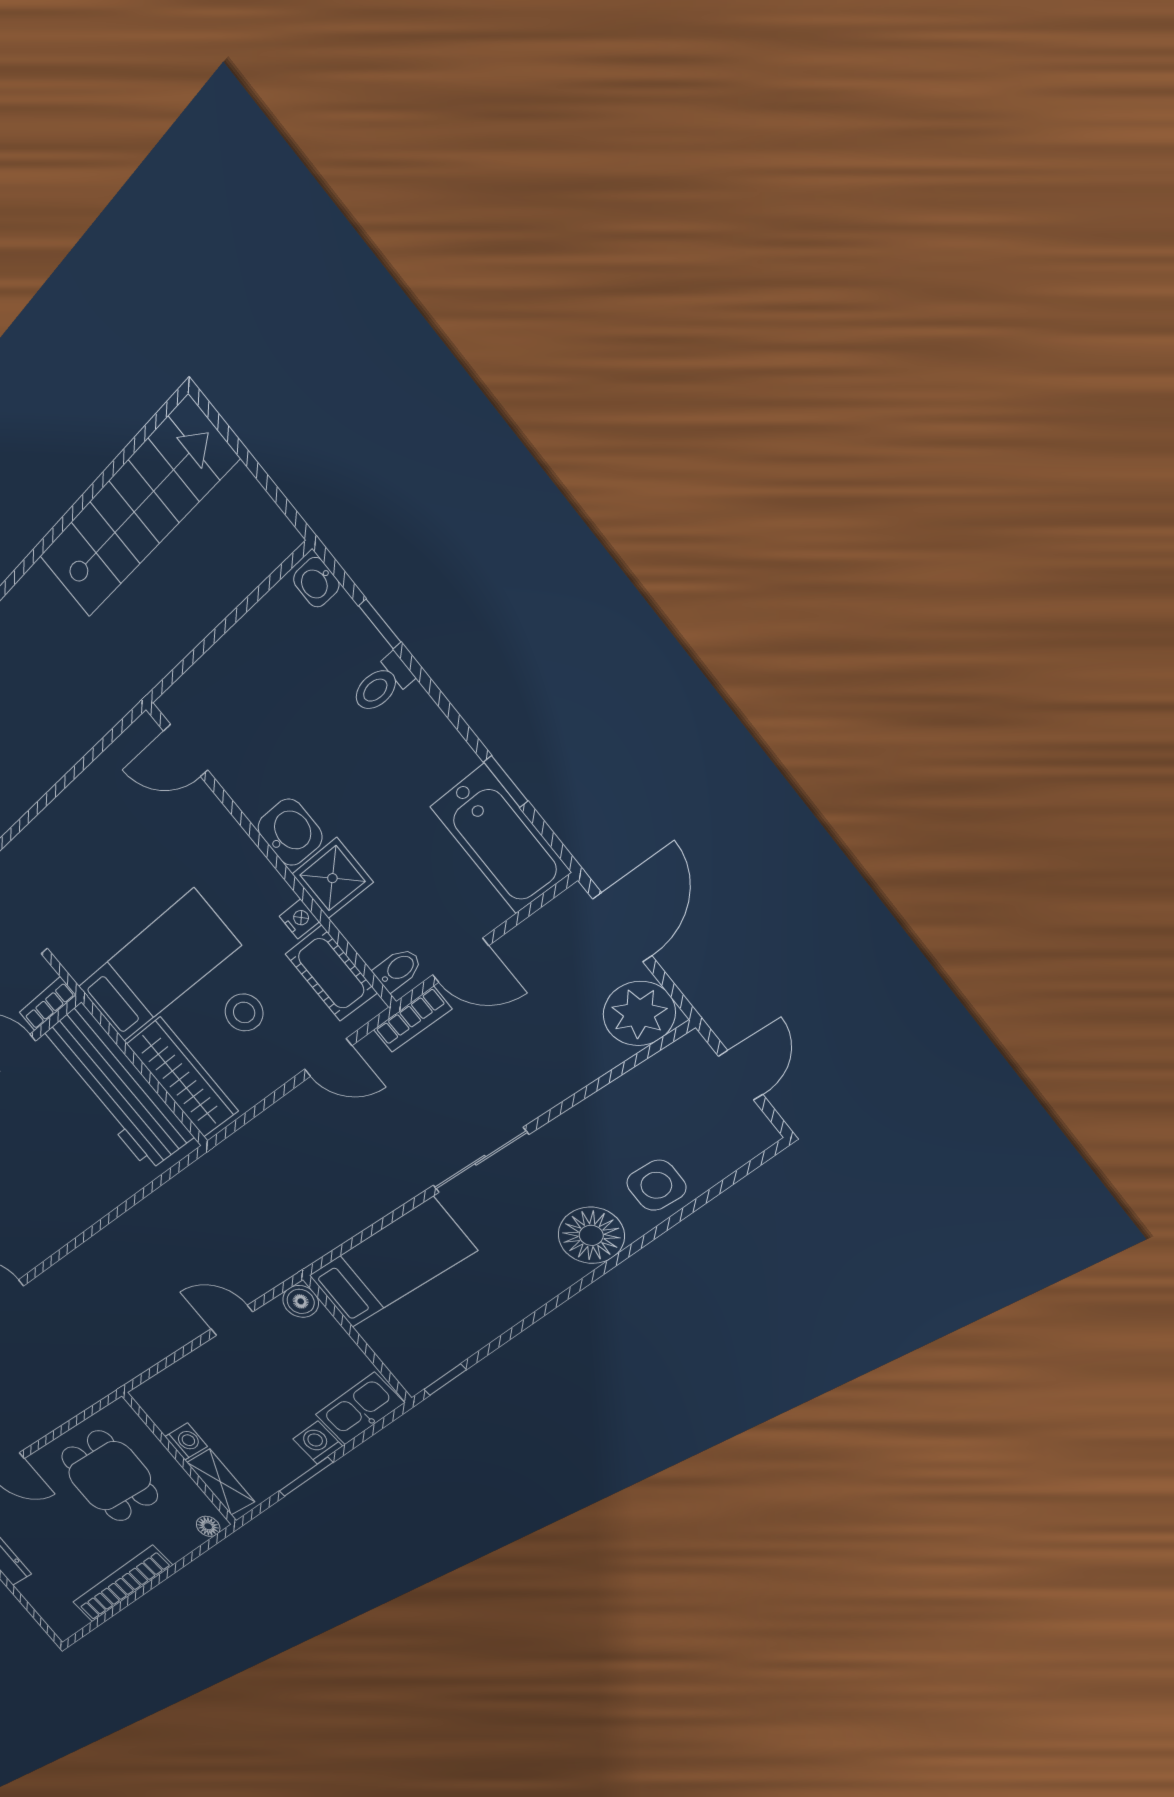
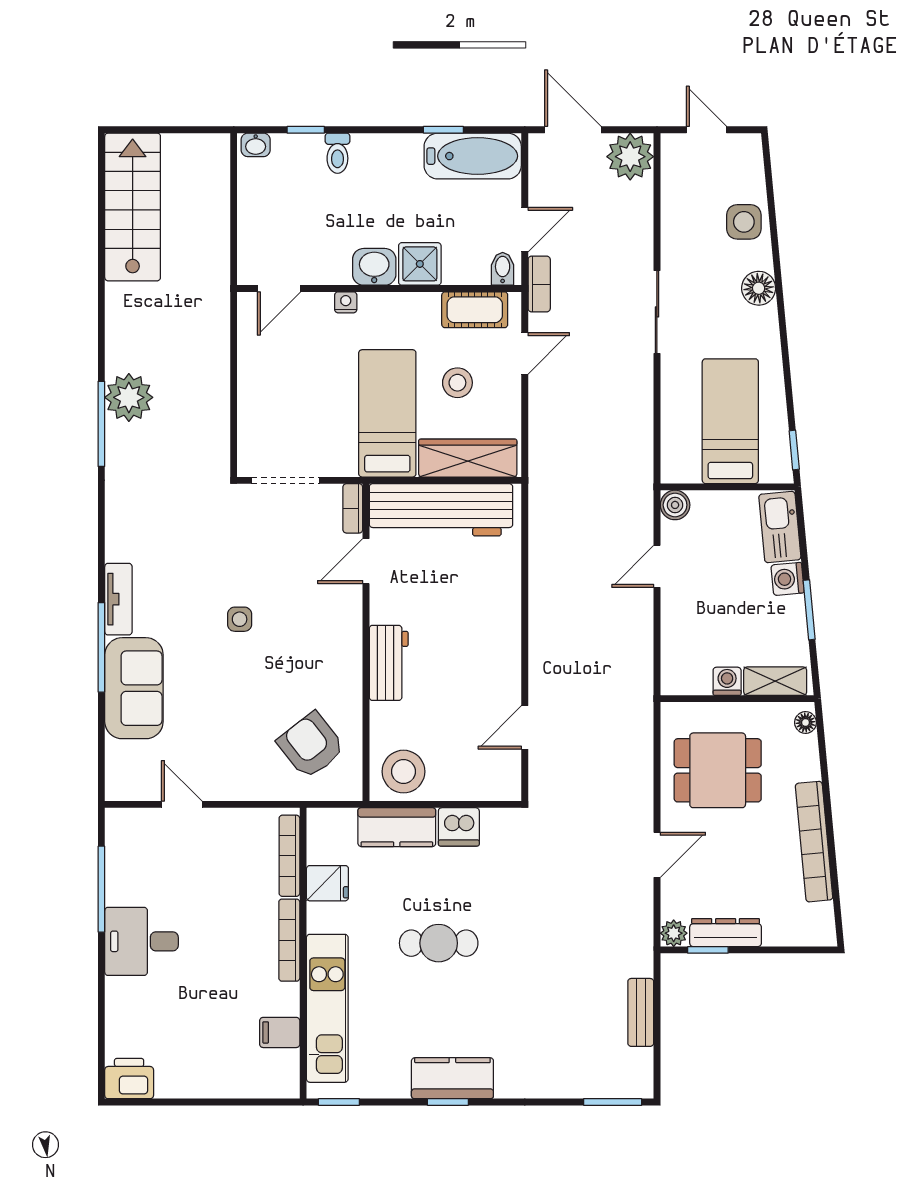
nightstand: (299, 919) -> (346, 302), moved
floor lamp: (591, 1235) -> (759, 288), width x0.73, depth x0.73
bed: (392, 1263) -> (730, 421), moved

